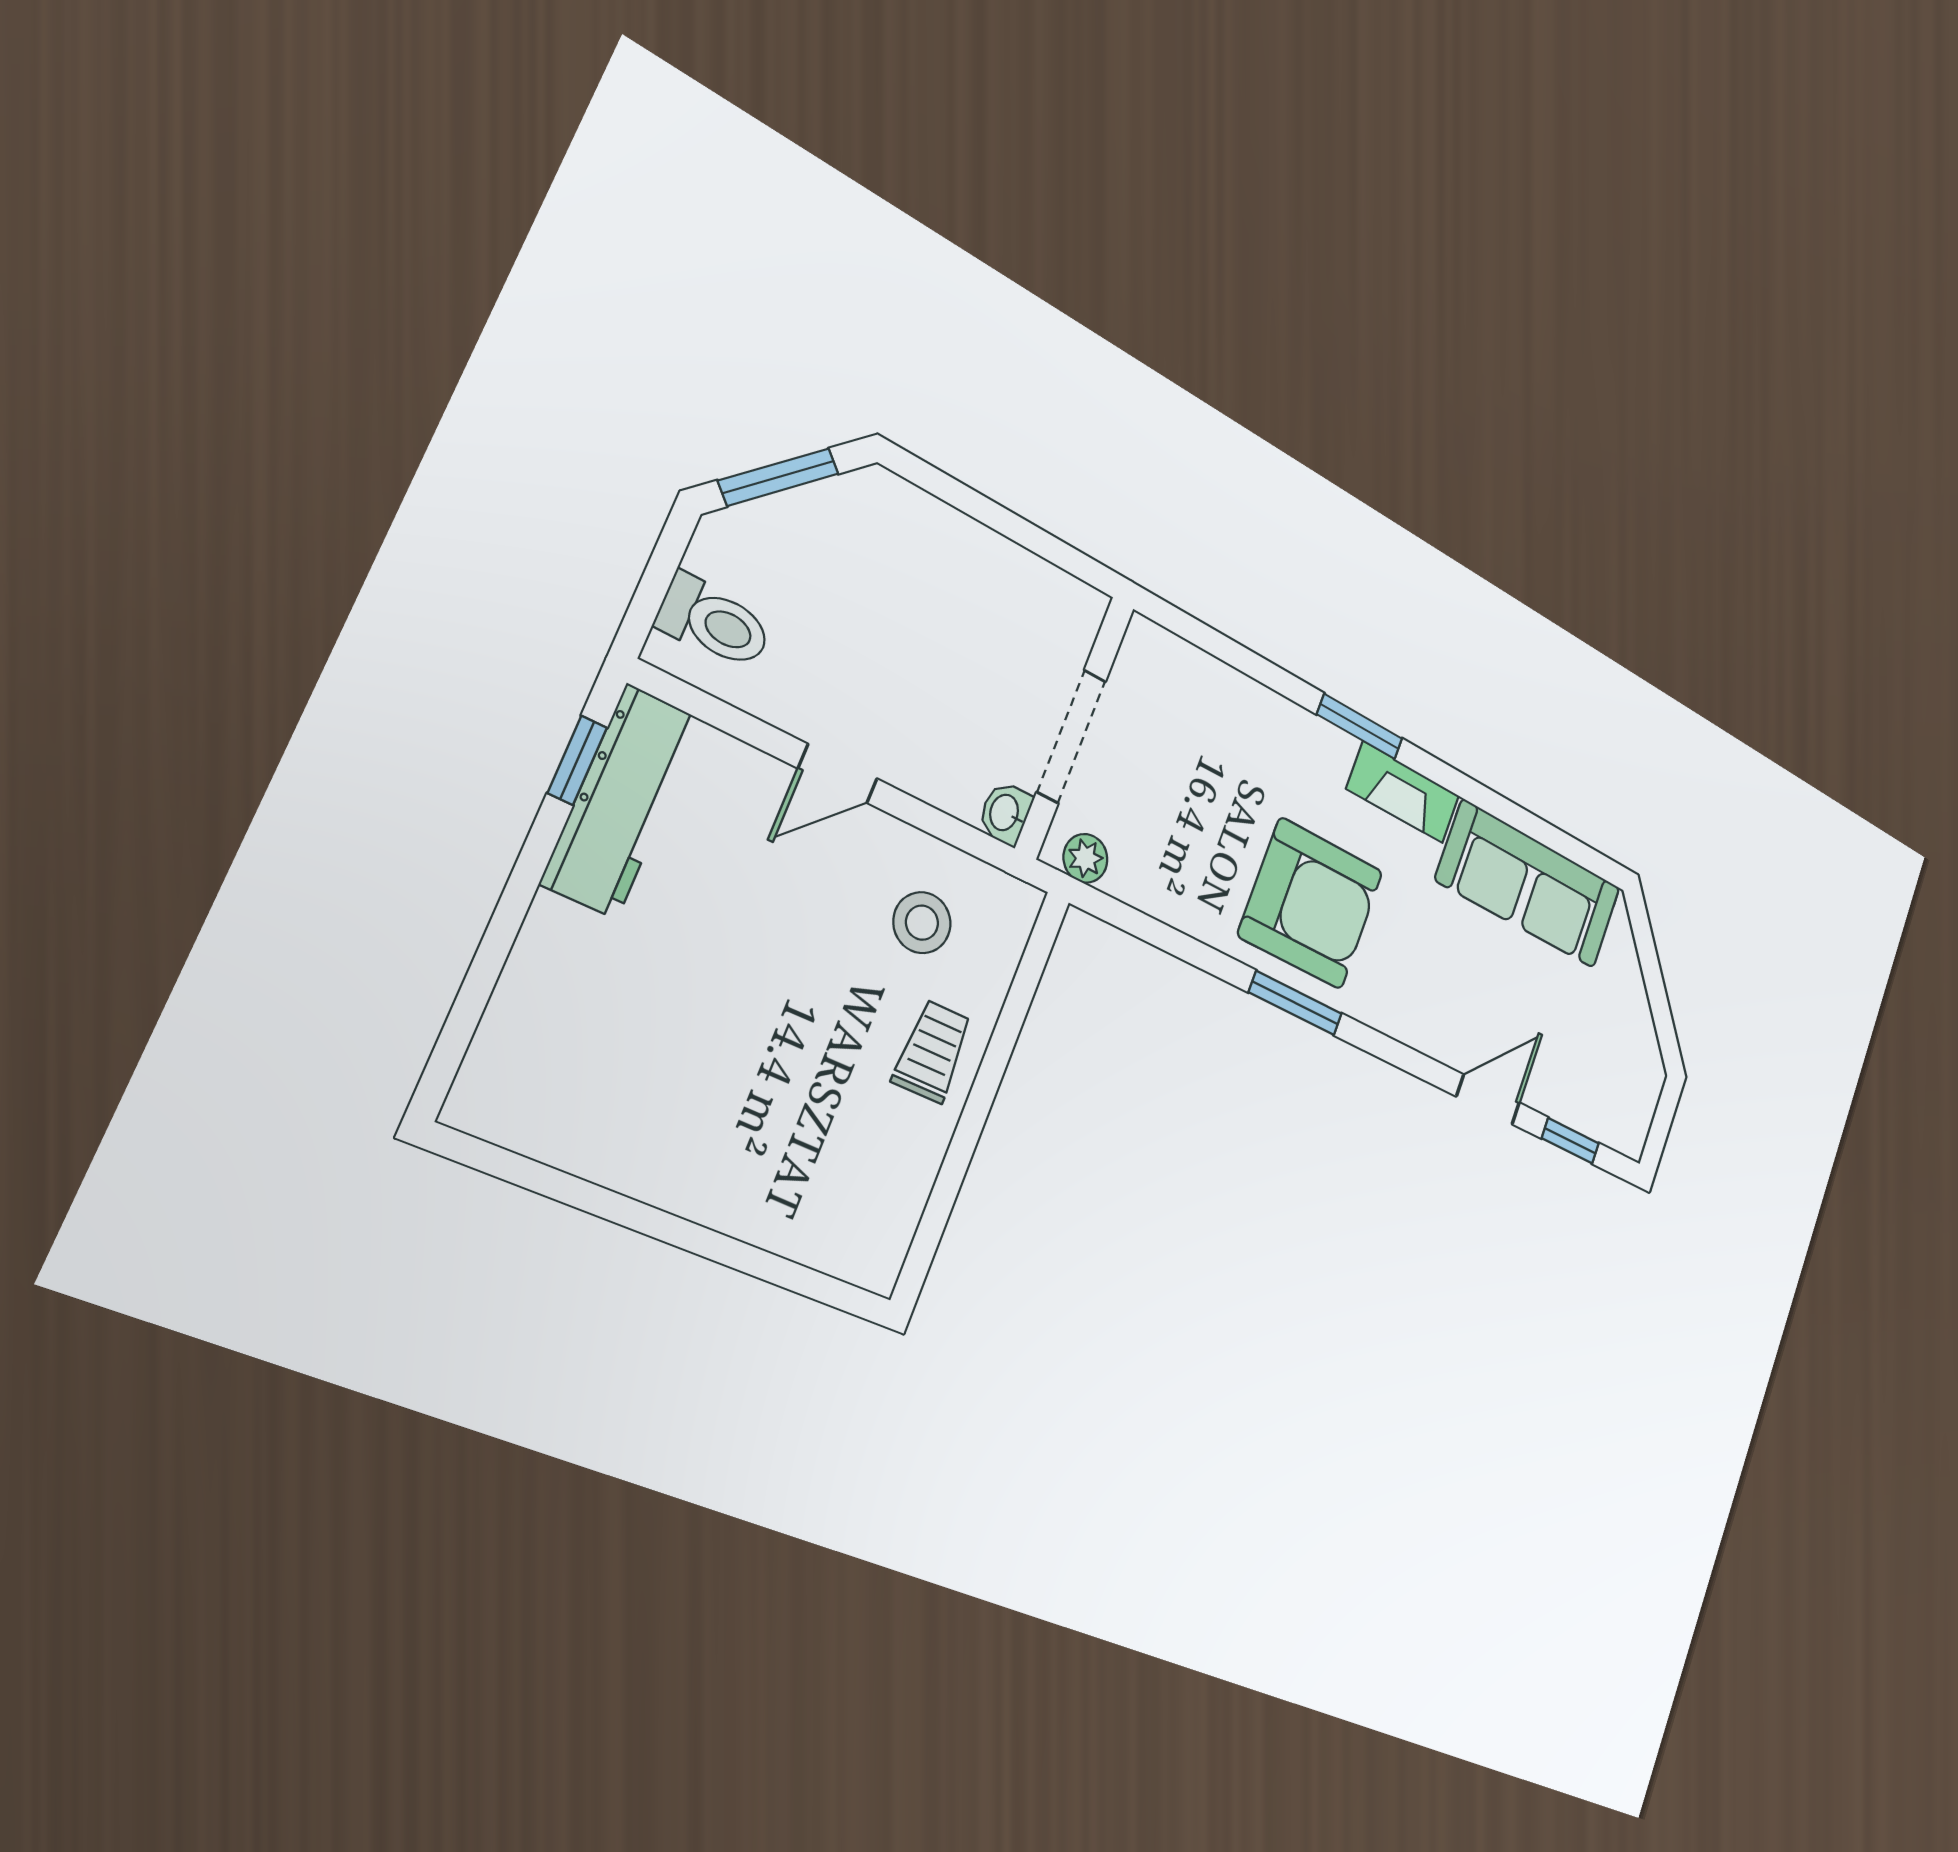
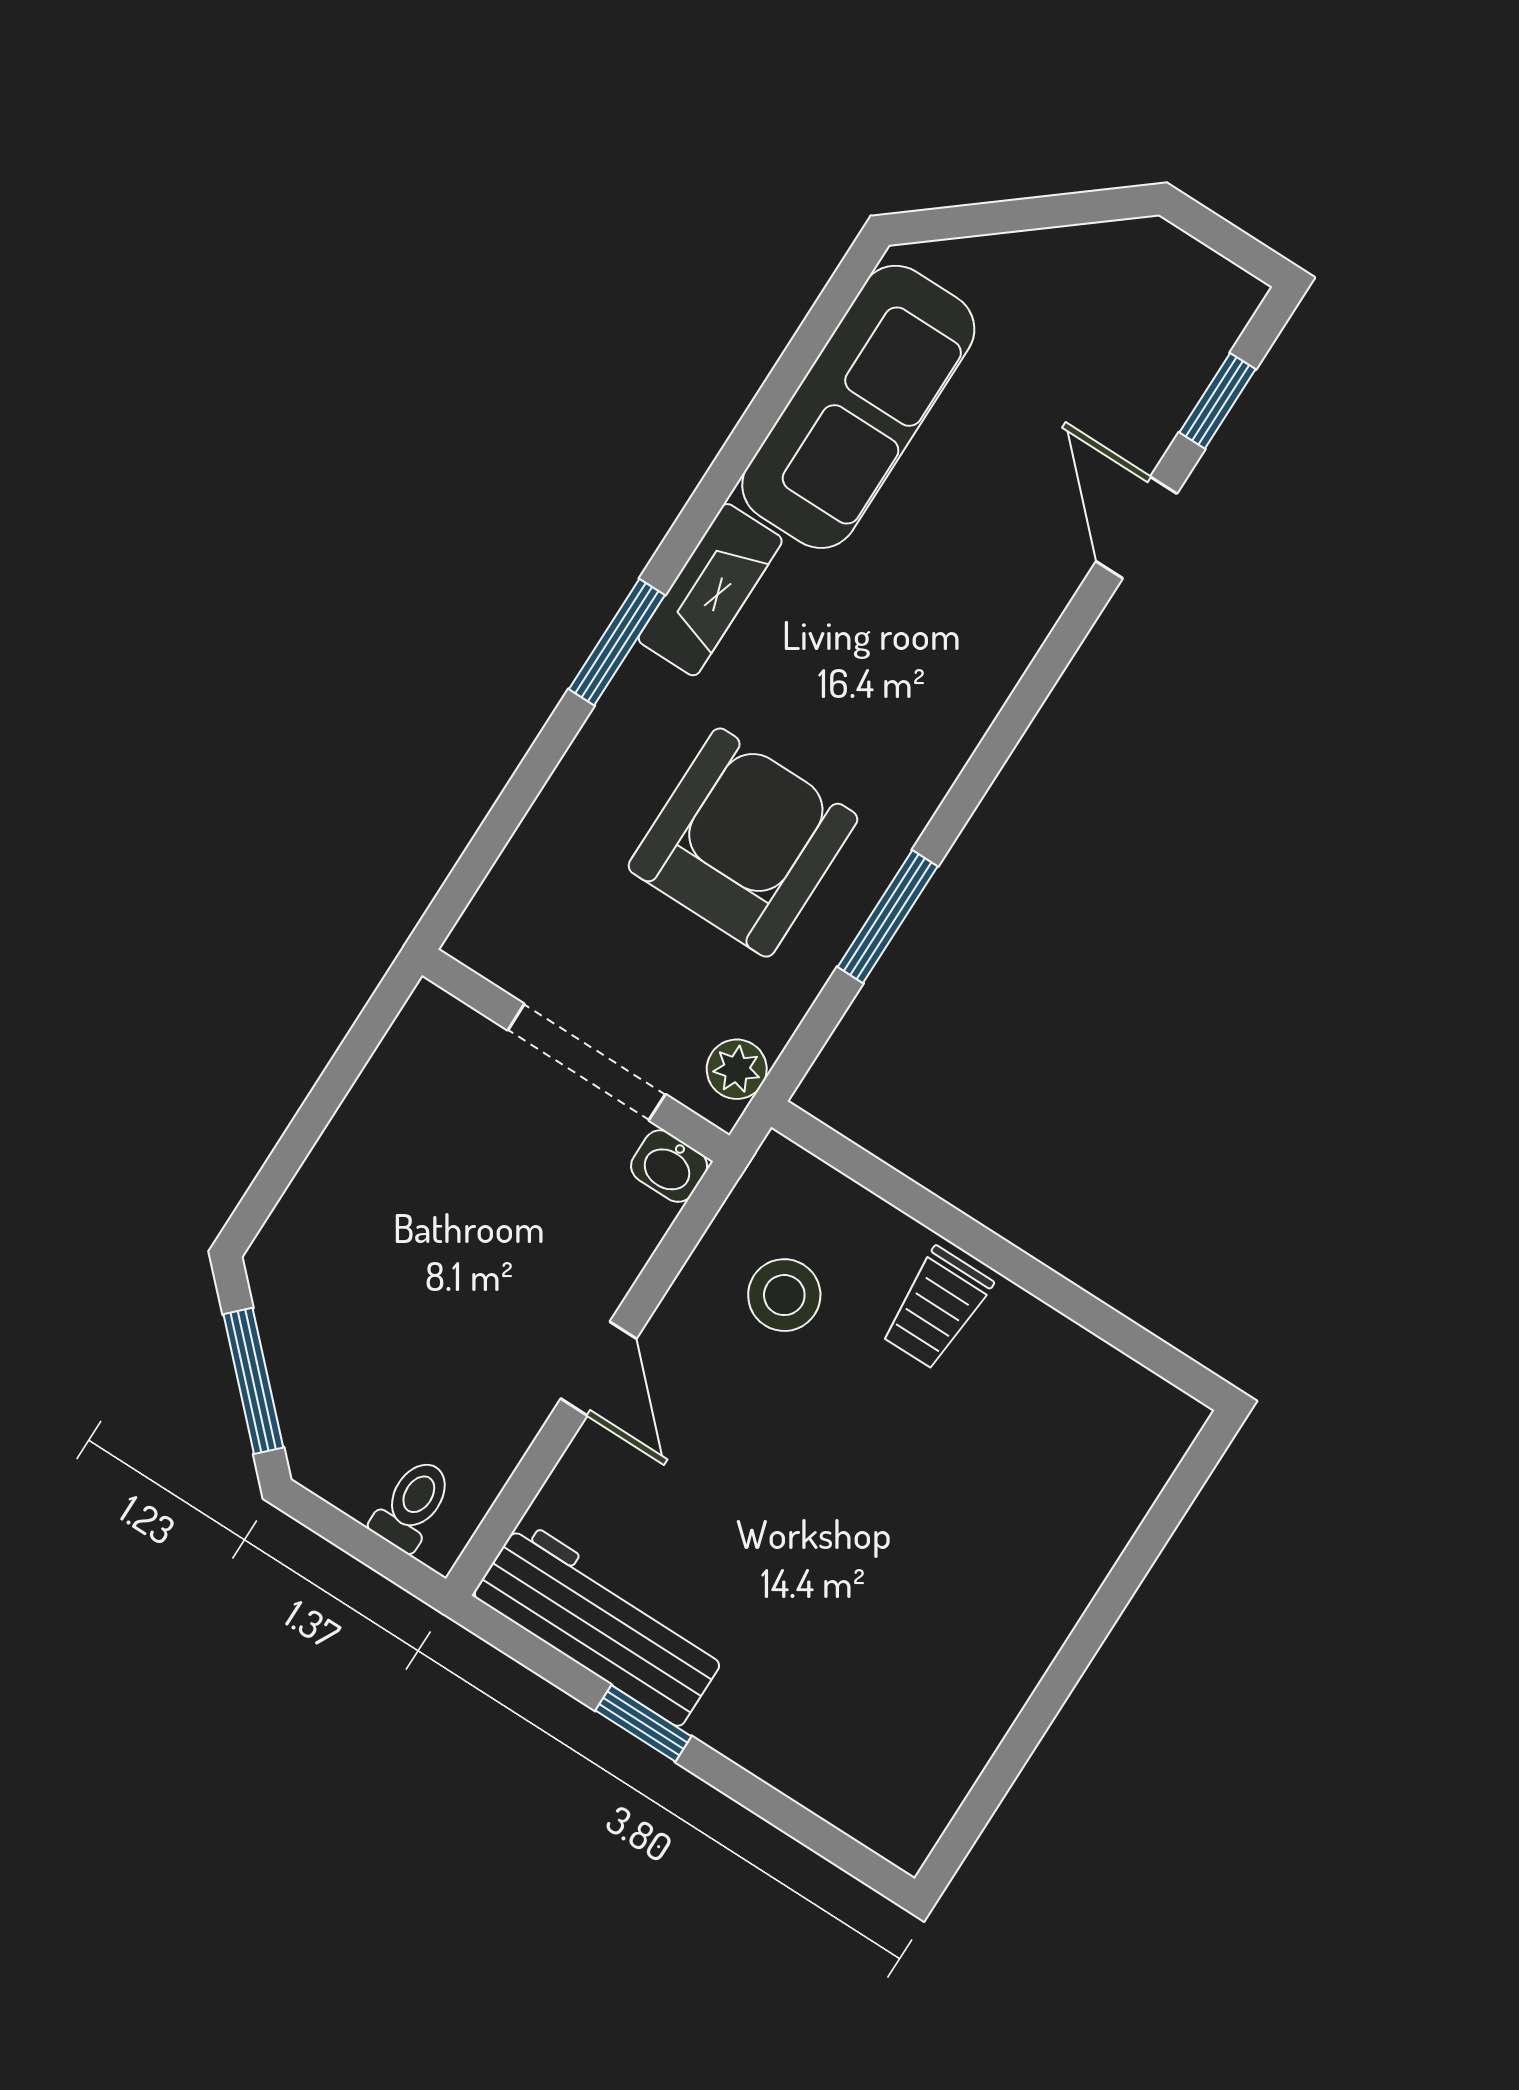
toilet: (714, 622) -> (412, 1505), width x0.73, depth x0.72
window: (577, 760) -> (643, 1723), moved
armchair: (1311, 903) -> (743, 843), moved
window: (1295, 1003) -> (888, 917), moved
trolley: (932, 1051) -> (936, 1308), turned -90

